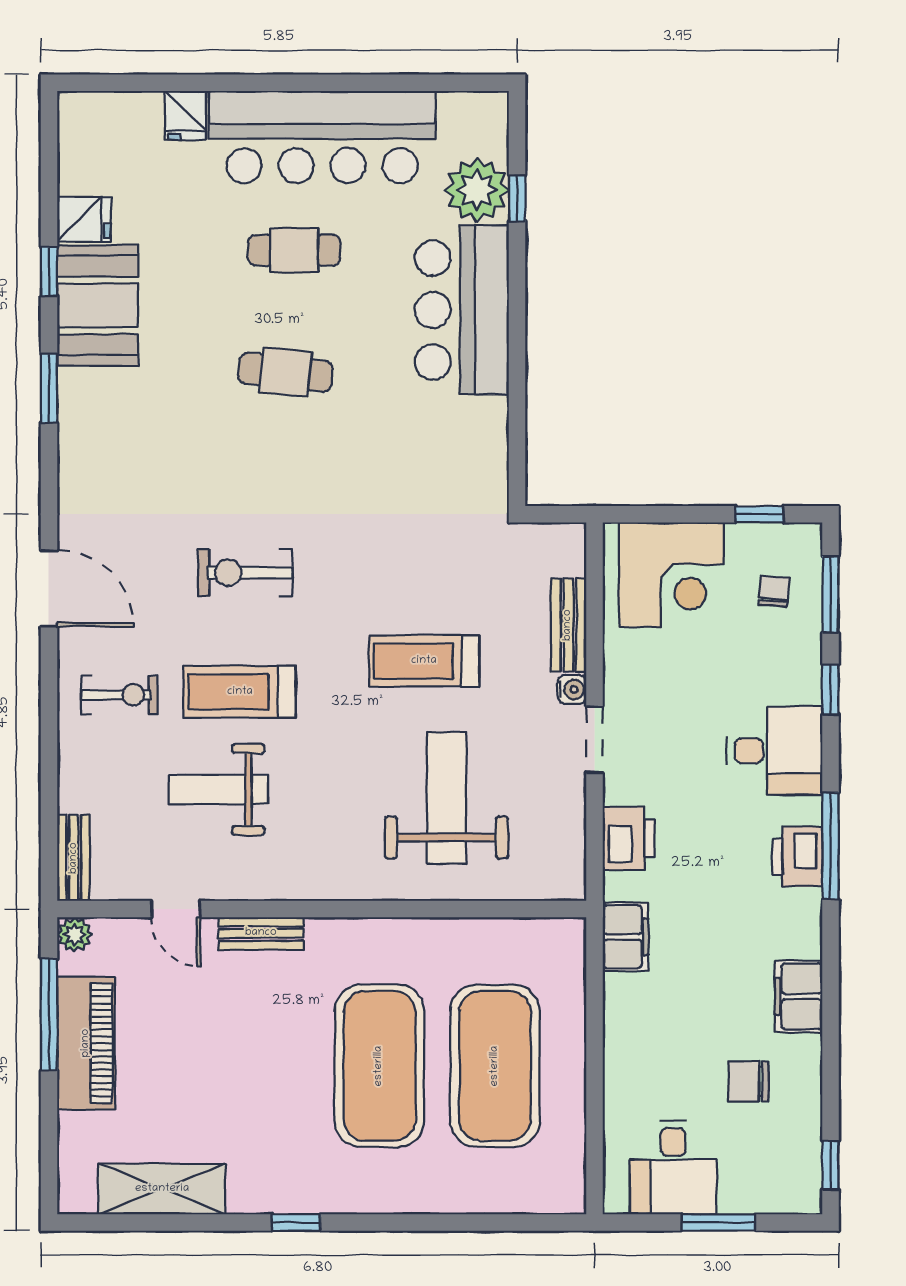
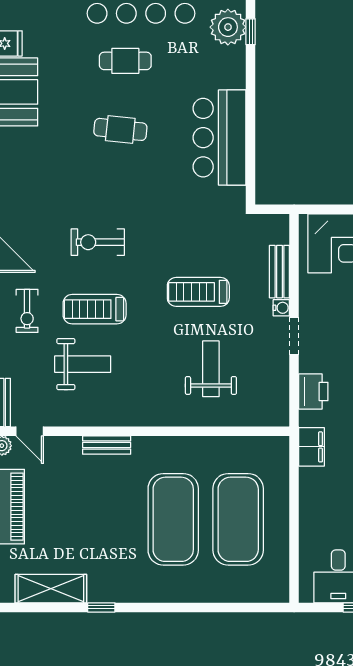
bar counter: (462, 310) -> (220, 138), moved
exercise bike: (119, 695) -> (27, 311), turned 90
weight bench: (218, 790) -> (83, 364), turned 180
weight bench: (446, 798) -> (211, 369), width x0.73, depth x0.75
door: (176, 909) -> (30, 431), moved
window: (296, 1222) -> (101, 607), moved

